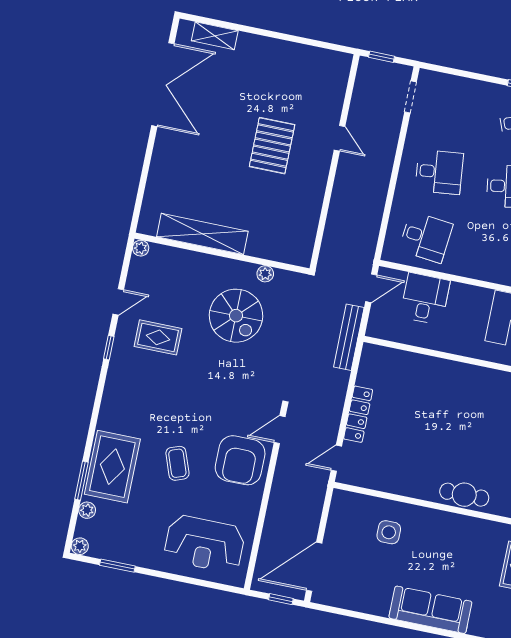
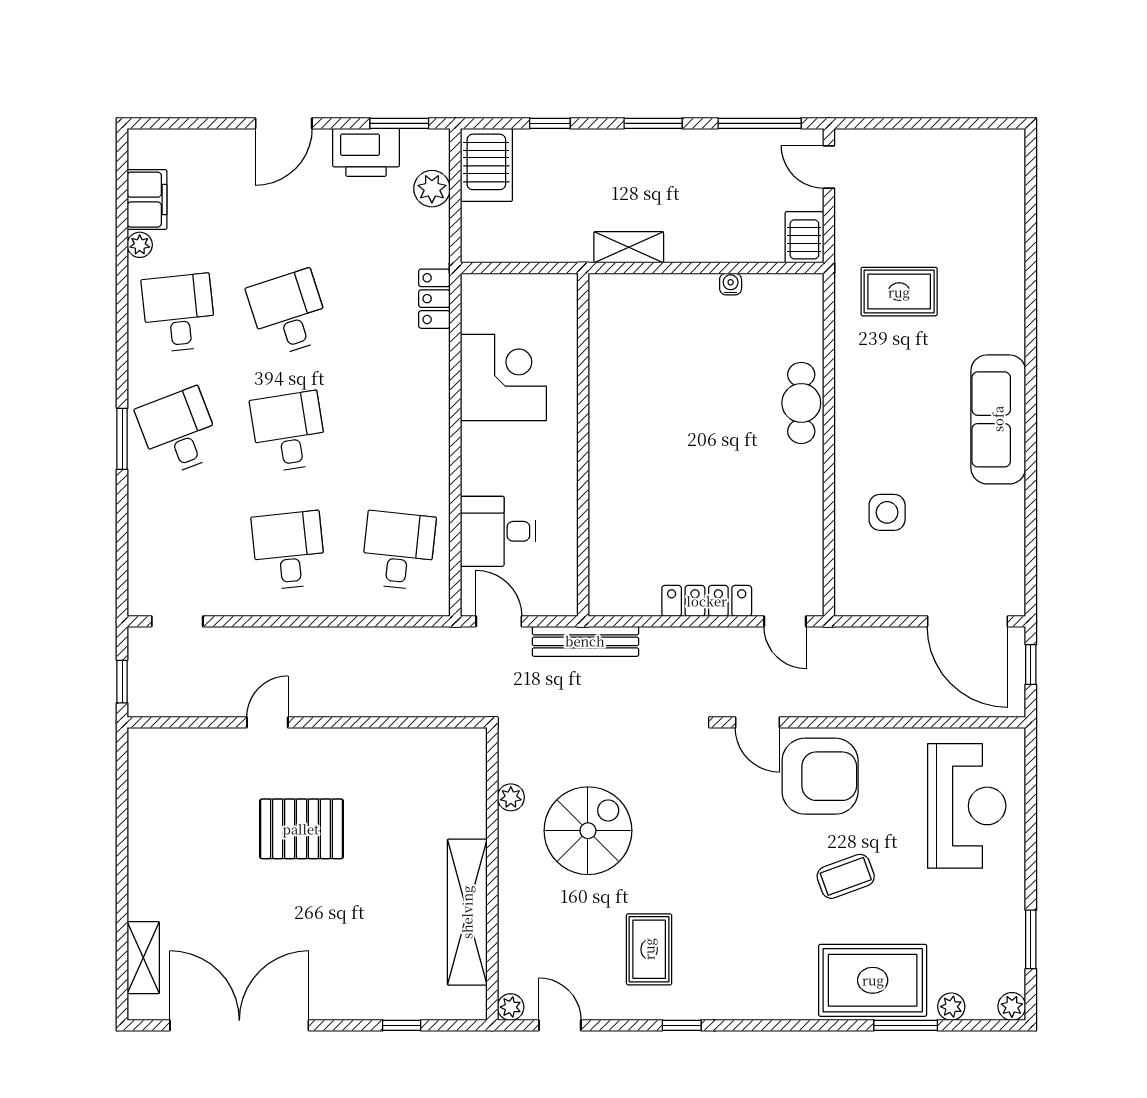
window: (143, 181) -> (402, 1025), added
door: (118, 302) -> (560, 1025), moved

